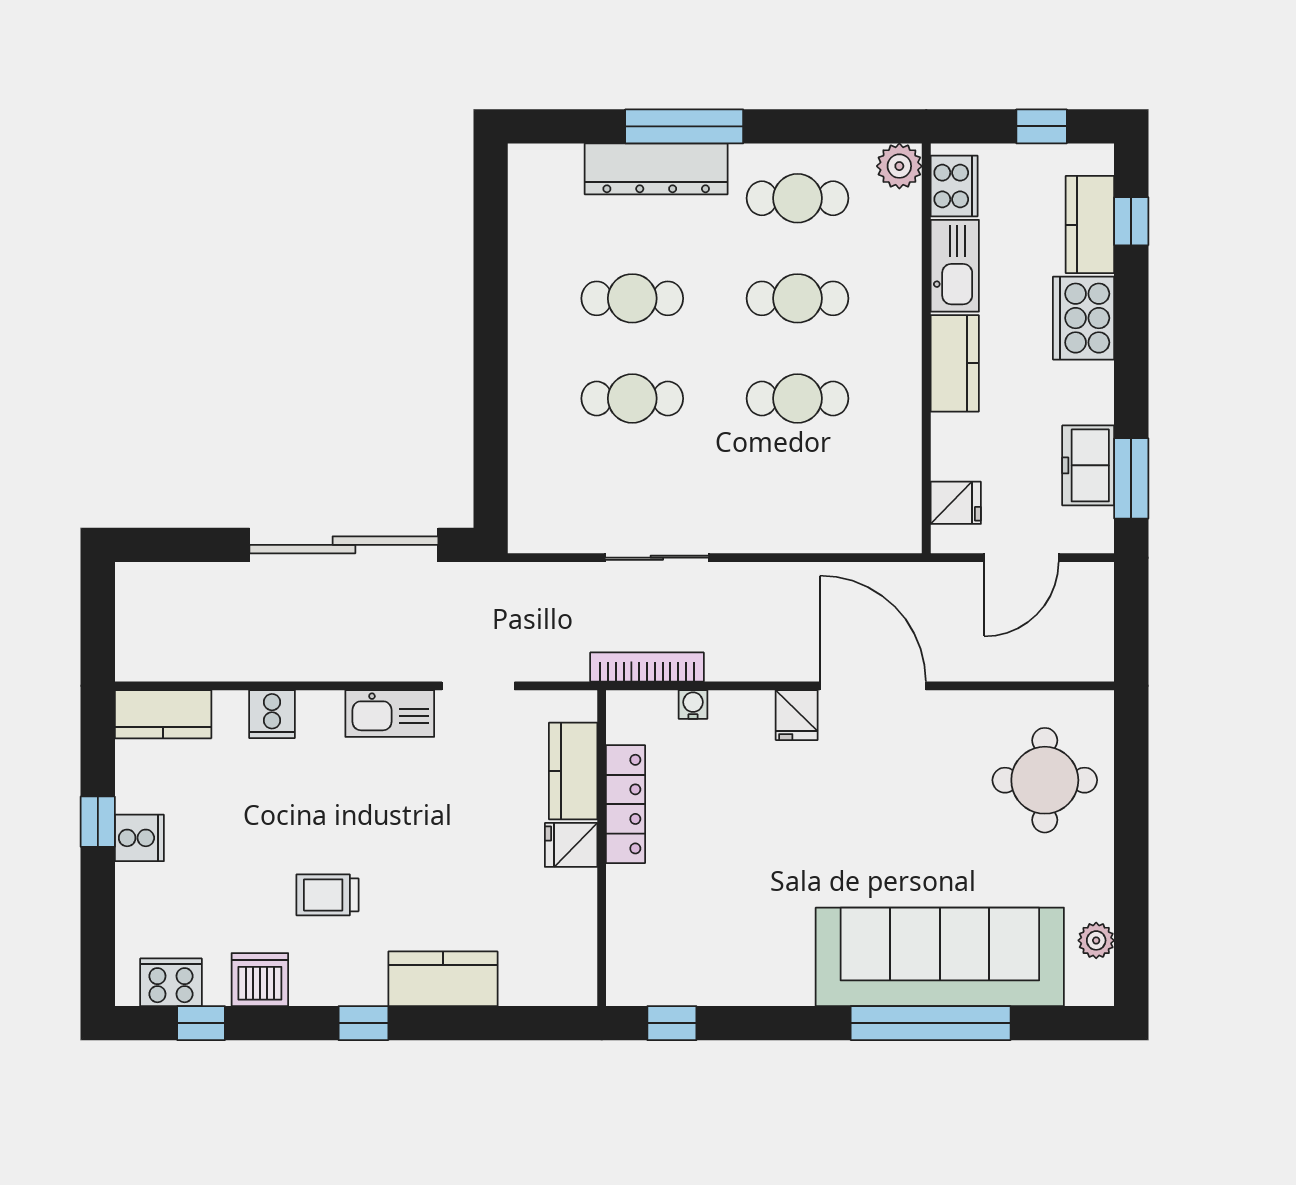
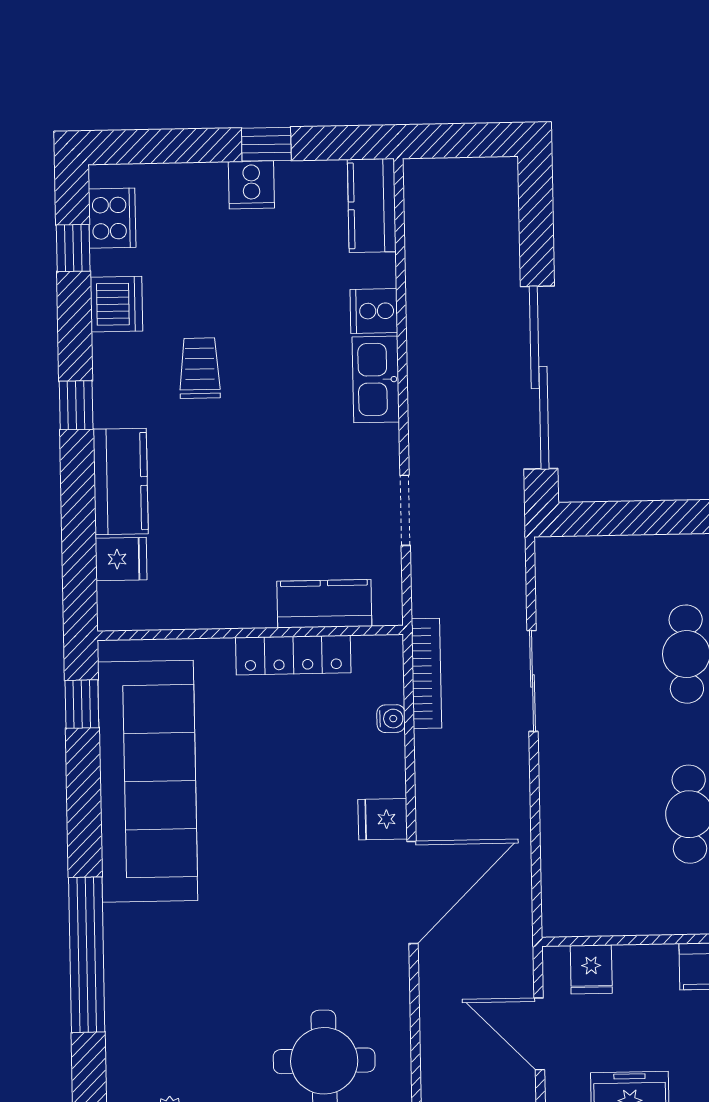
kitchen sink: (390, 713) -> (376, 379), moved
fridge: (571, 845) -> (121, 559), moved, turned 90
sofa: (940, 957) -> (148, 781), moved

